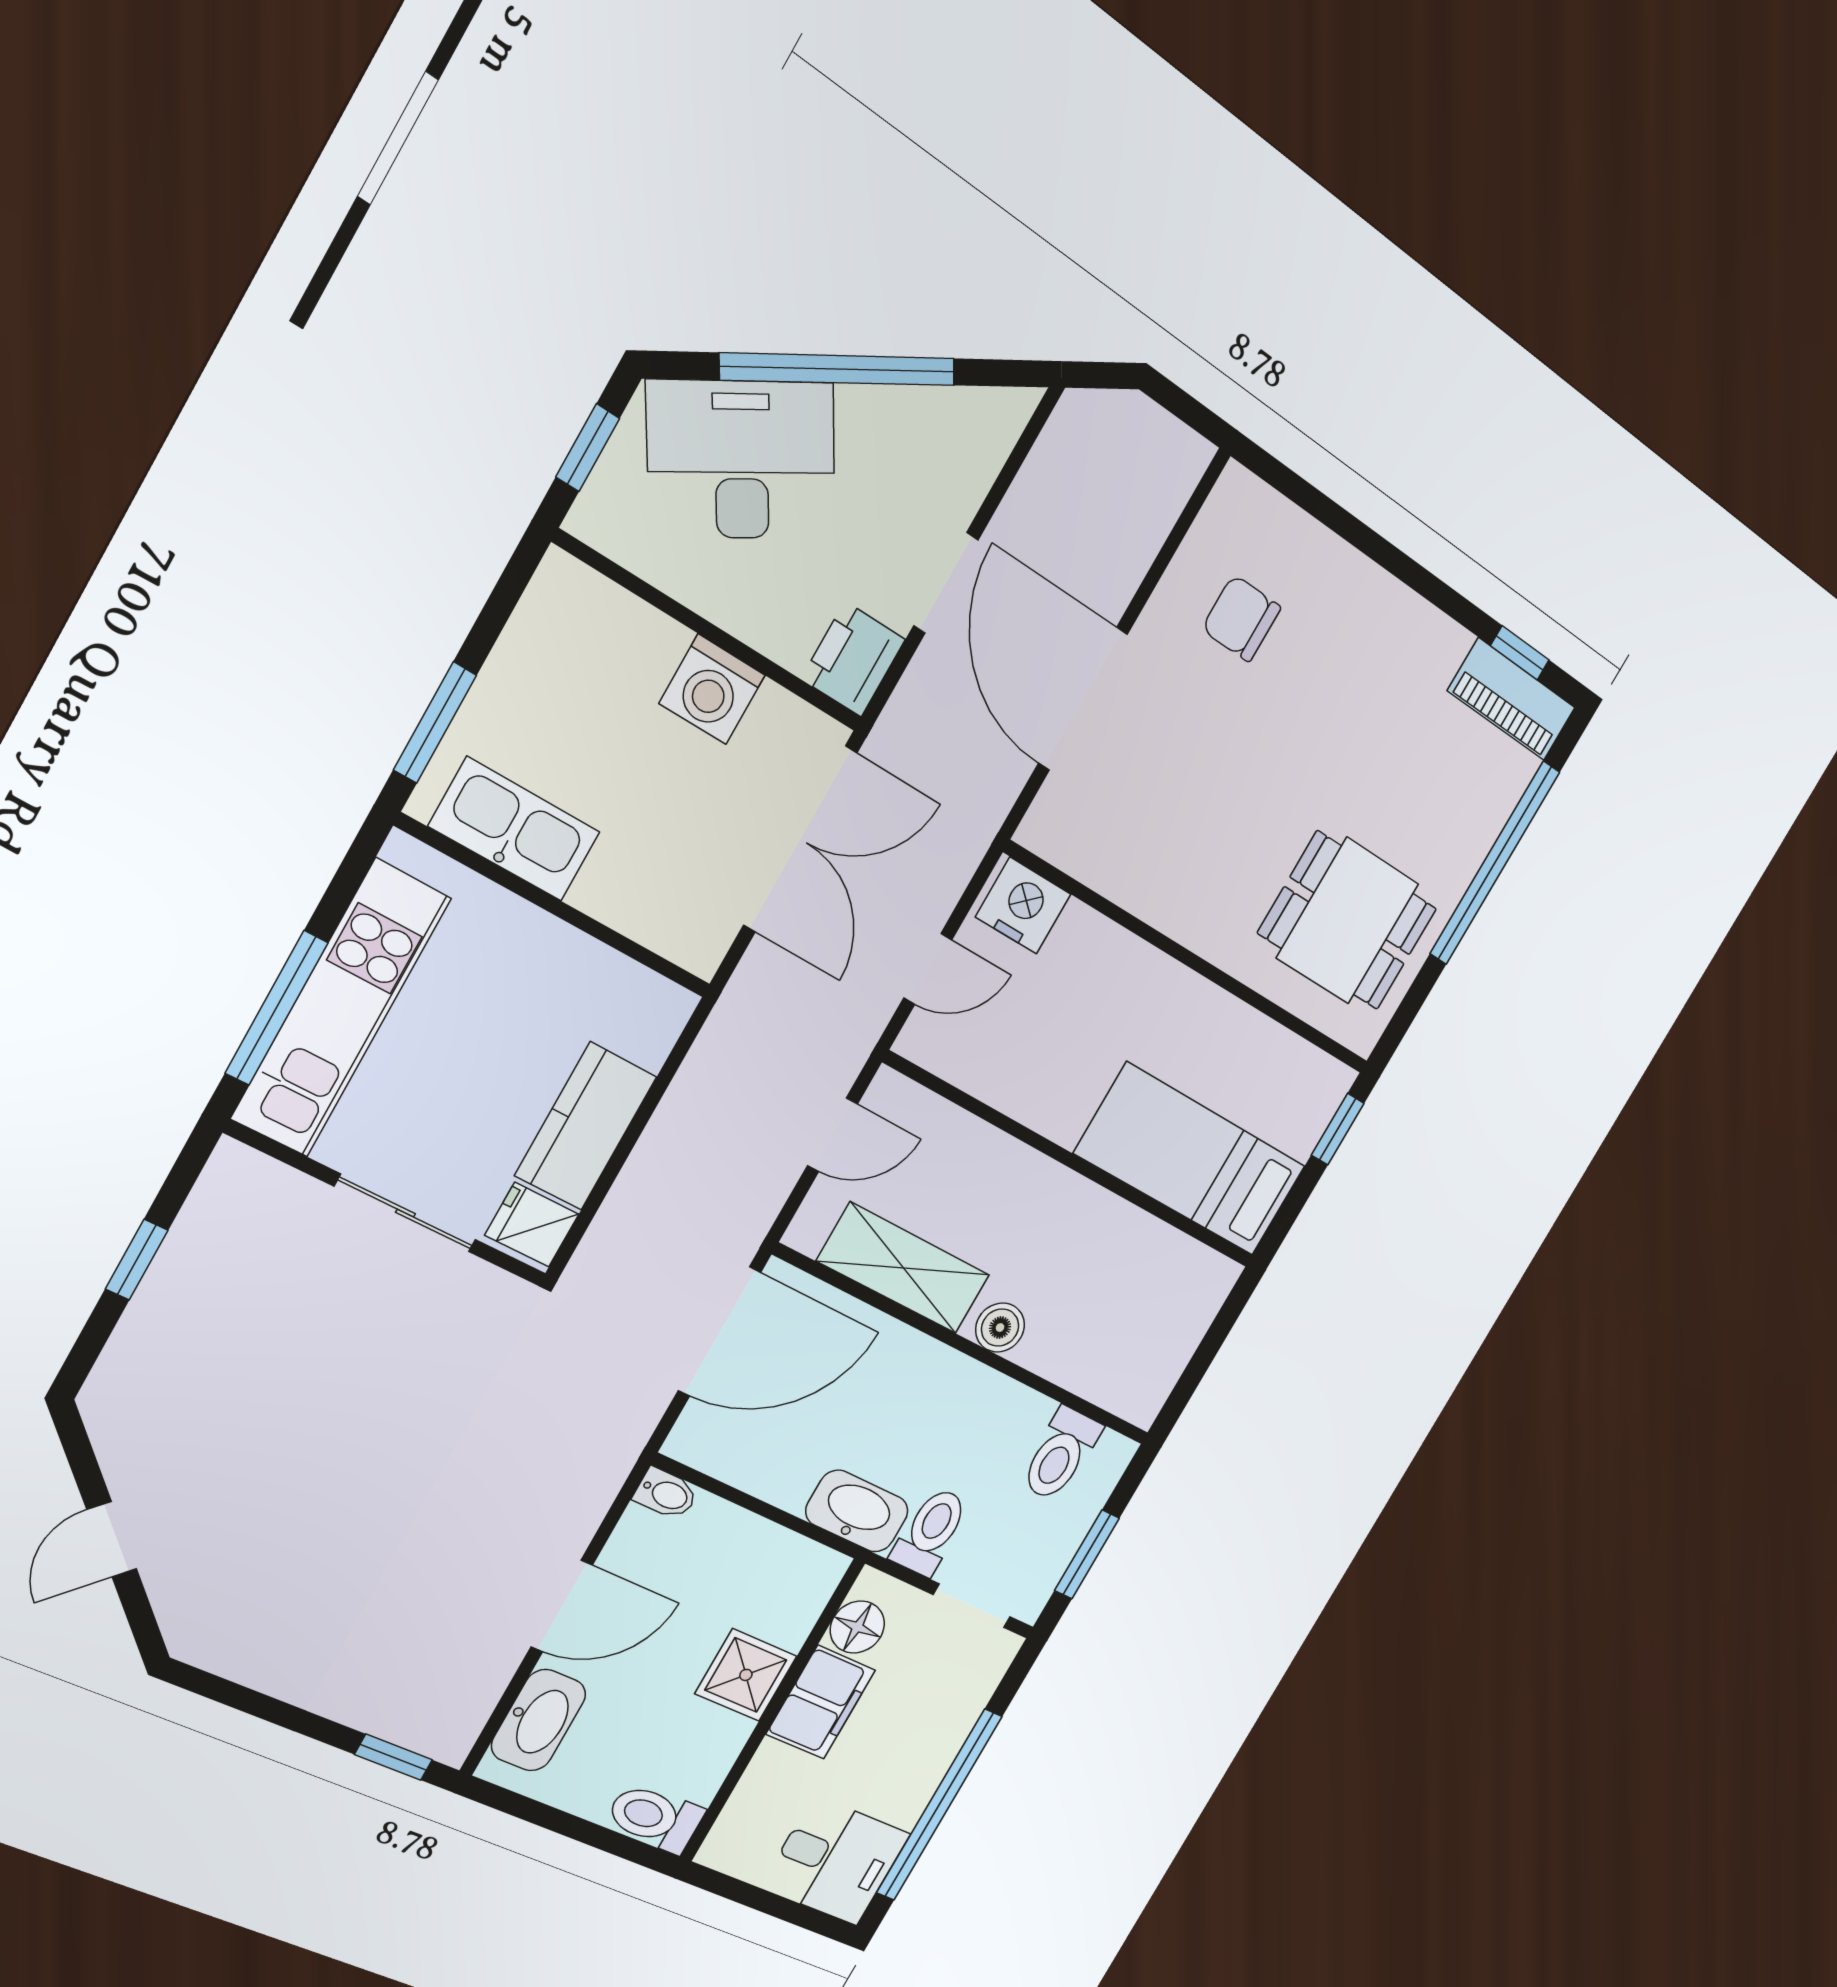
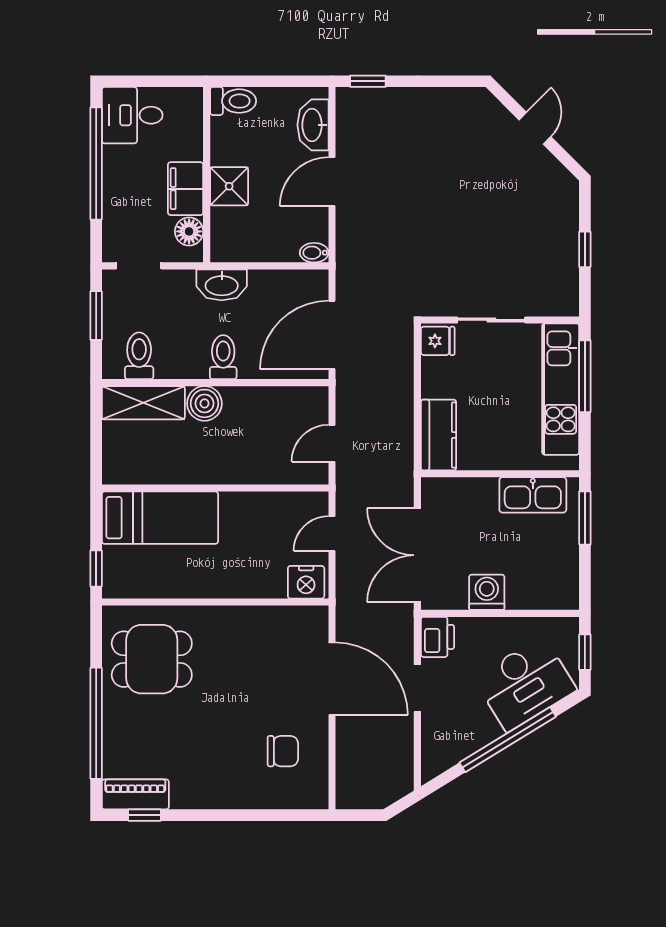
kitchen counter: (586, 1126) -> (439, 435), moved
shelving: (904, 1268) -> (143, 403), moved
boiler: (1000, 1328) -> (204, 403), width x1.36, depth x1.36
toilet: (930, 1532) -> (223, 357), moved, turned 180

